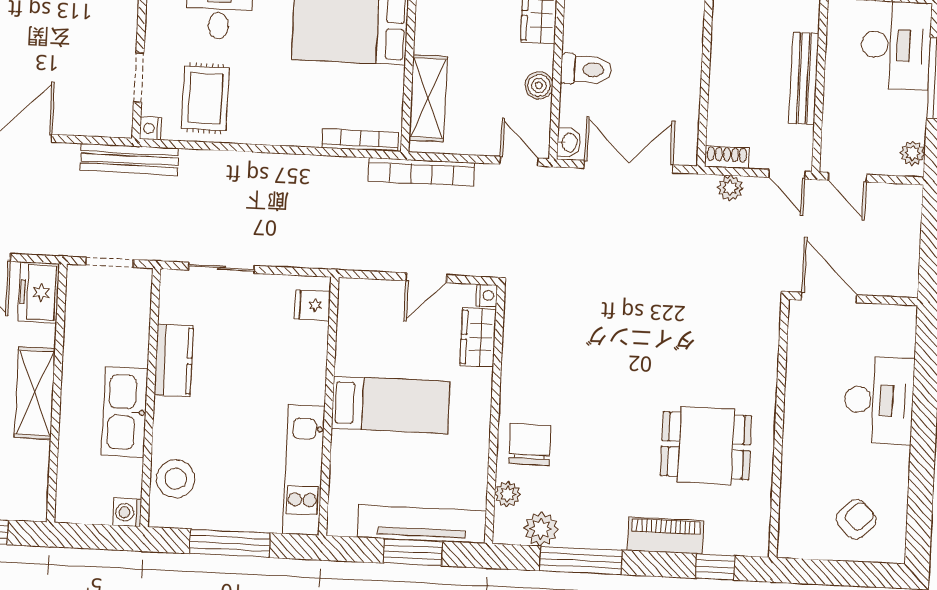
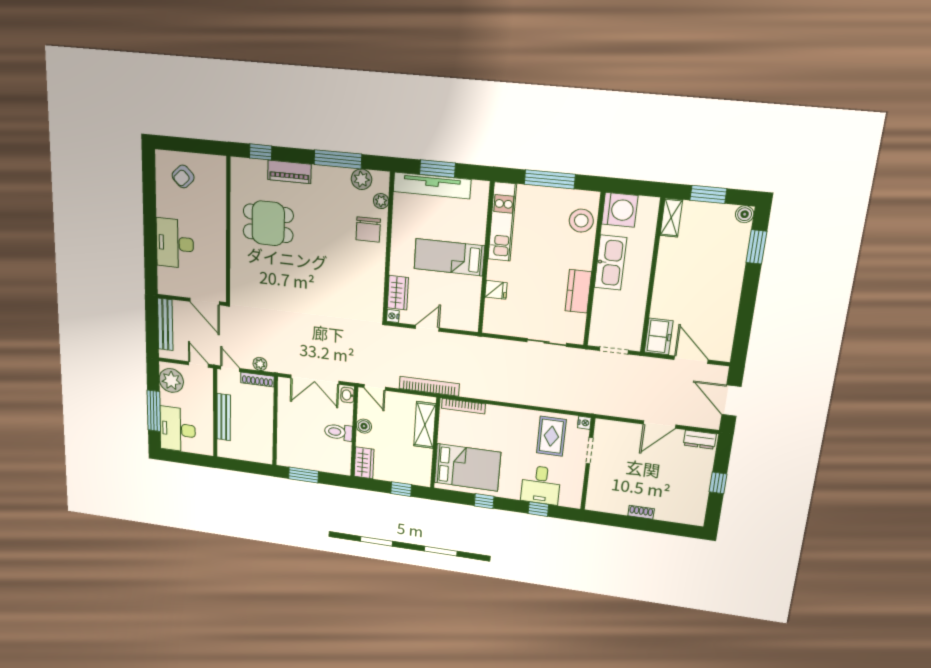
plant: (913, 153) -> (171, 380), width x1.87, depth x1.87
shoe rack: (727, 157) -> (257, 380), width x1.43
bench: (129, 159) -> (165, 324), moved, turned 90
fridge: (312, 305) -> (496, 290), moved
shelving: (35, 393) -> (671, 218), moved, width x0.67, depth x0.75
washing machine: (127, 512) -> (620, 210), width x1.89, depth x1.89

